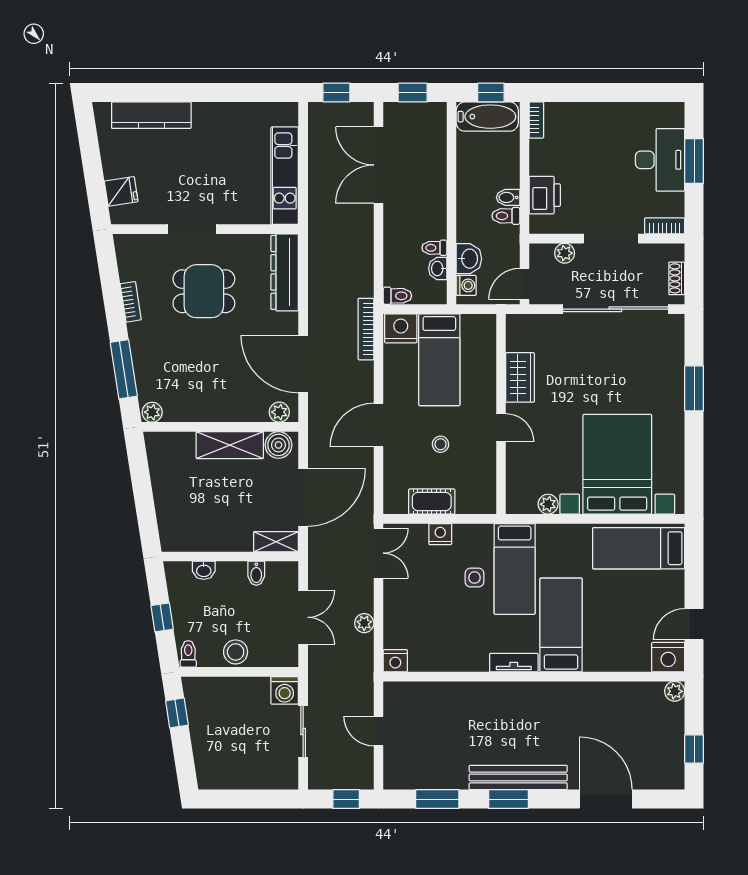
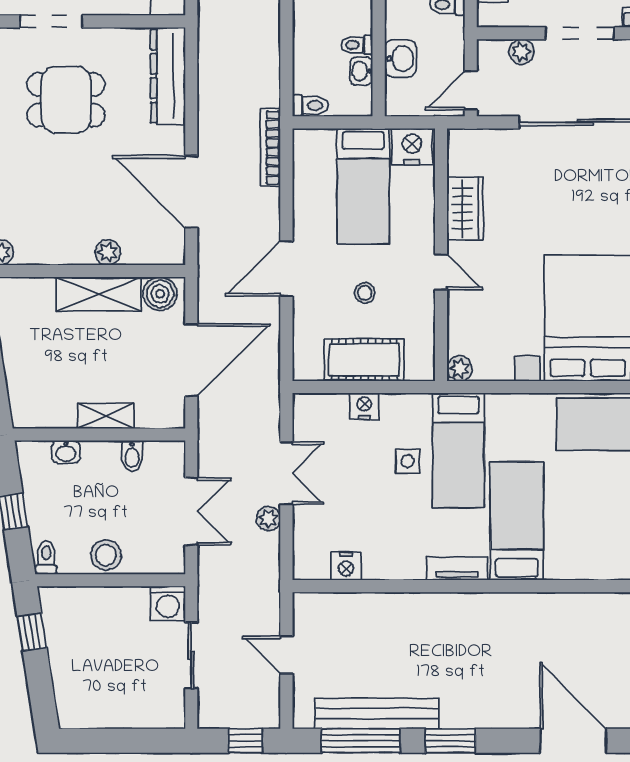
washing machine: (466, 285) -> (397, 92), removed
nightstand: (401, 328) -> (412, 147), moved
plant: (279, 412) -> (108, 252), moved
cot: (432, 502) -> (364, 360), width x1.37, depth x1.34
plant: (548, 504) -> (459, 368), moved
shelving: (276, 542) -> (106, 416), moved
double door: (378, 553) -> (286, 473), moved
nightstand: (395, 661) -> (346, 566), moved
bench: (518, 777) -> (377, 713), moved
window: (437, 799) -> (361, 741), width x1.44

